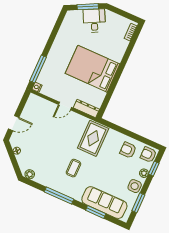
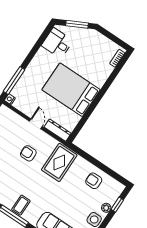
desk: (94, 21) -> (57, 43), moved, turned -63
door: (65, 106) -> (36, 124), swing flipped
armchair: (148, 155) -> (28, 153), moved
coffee table: (73, 168) -> (21, 205), moved

